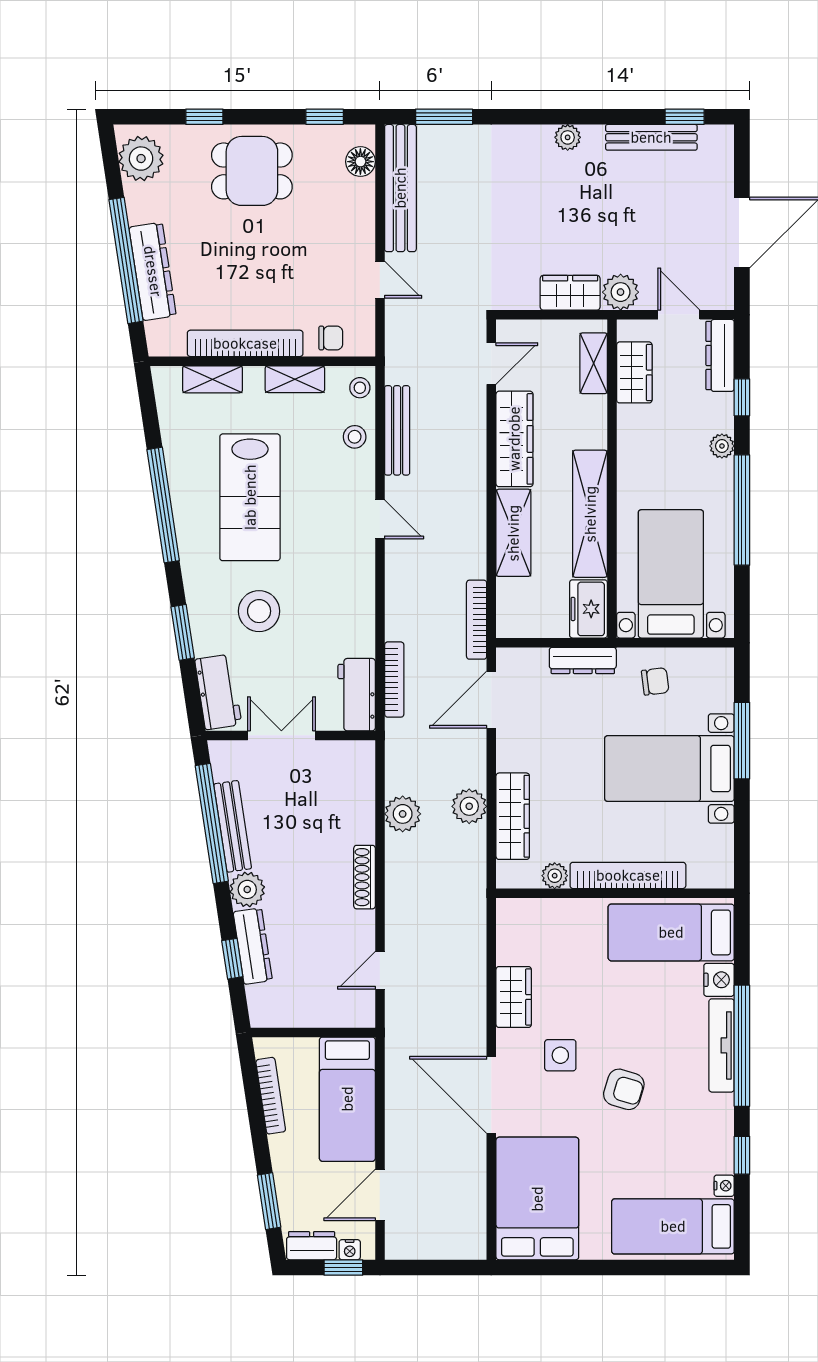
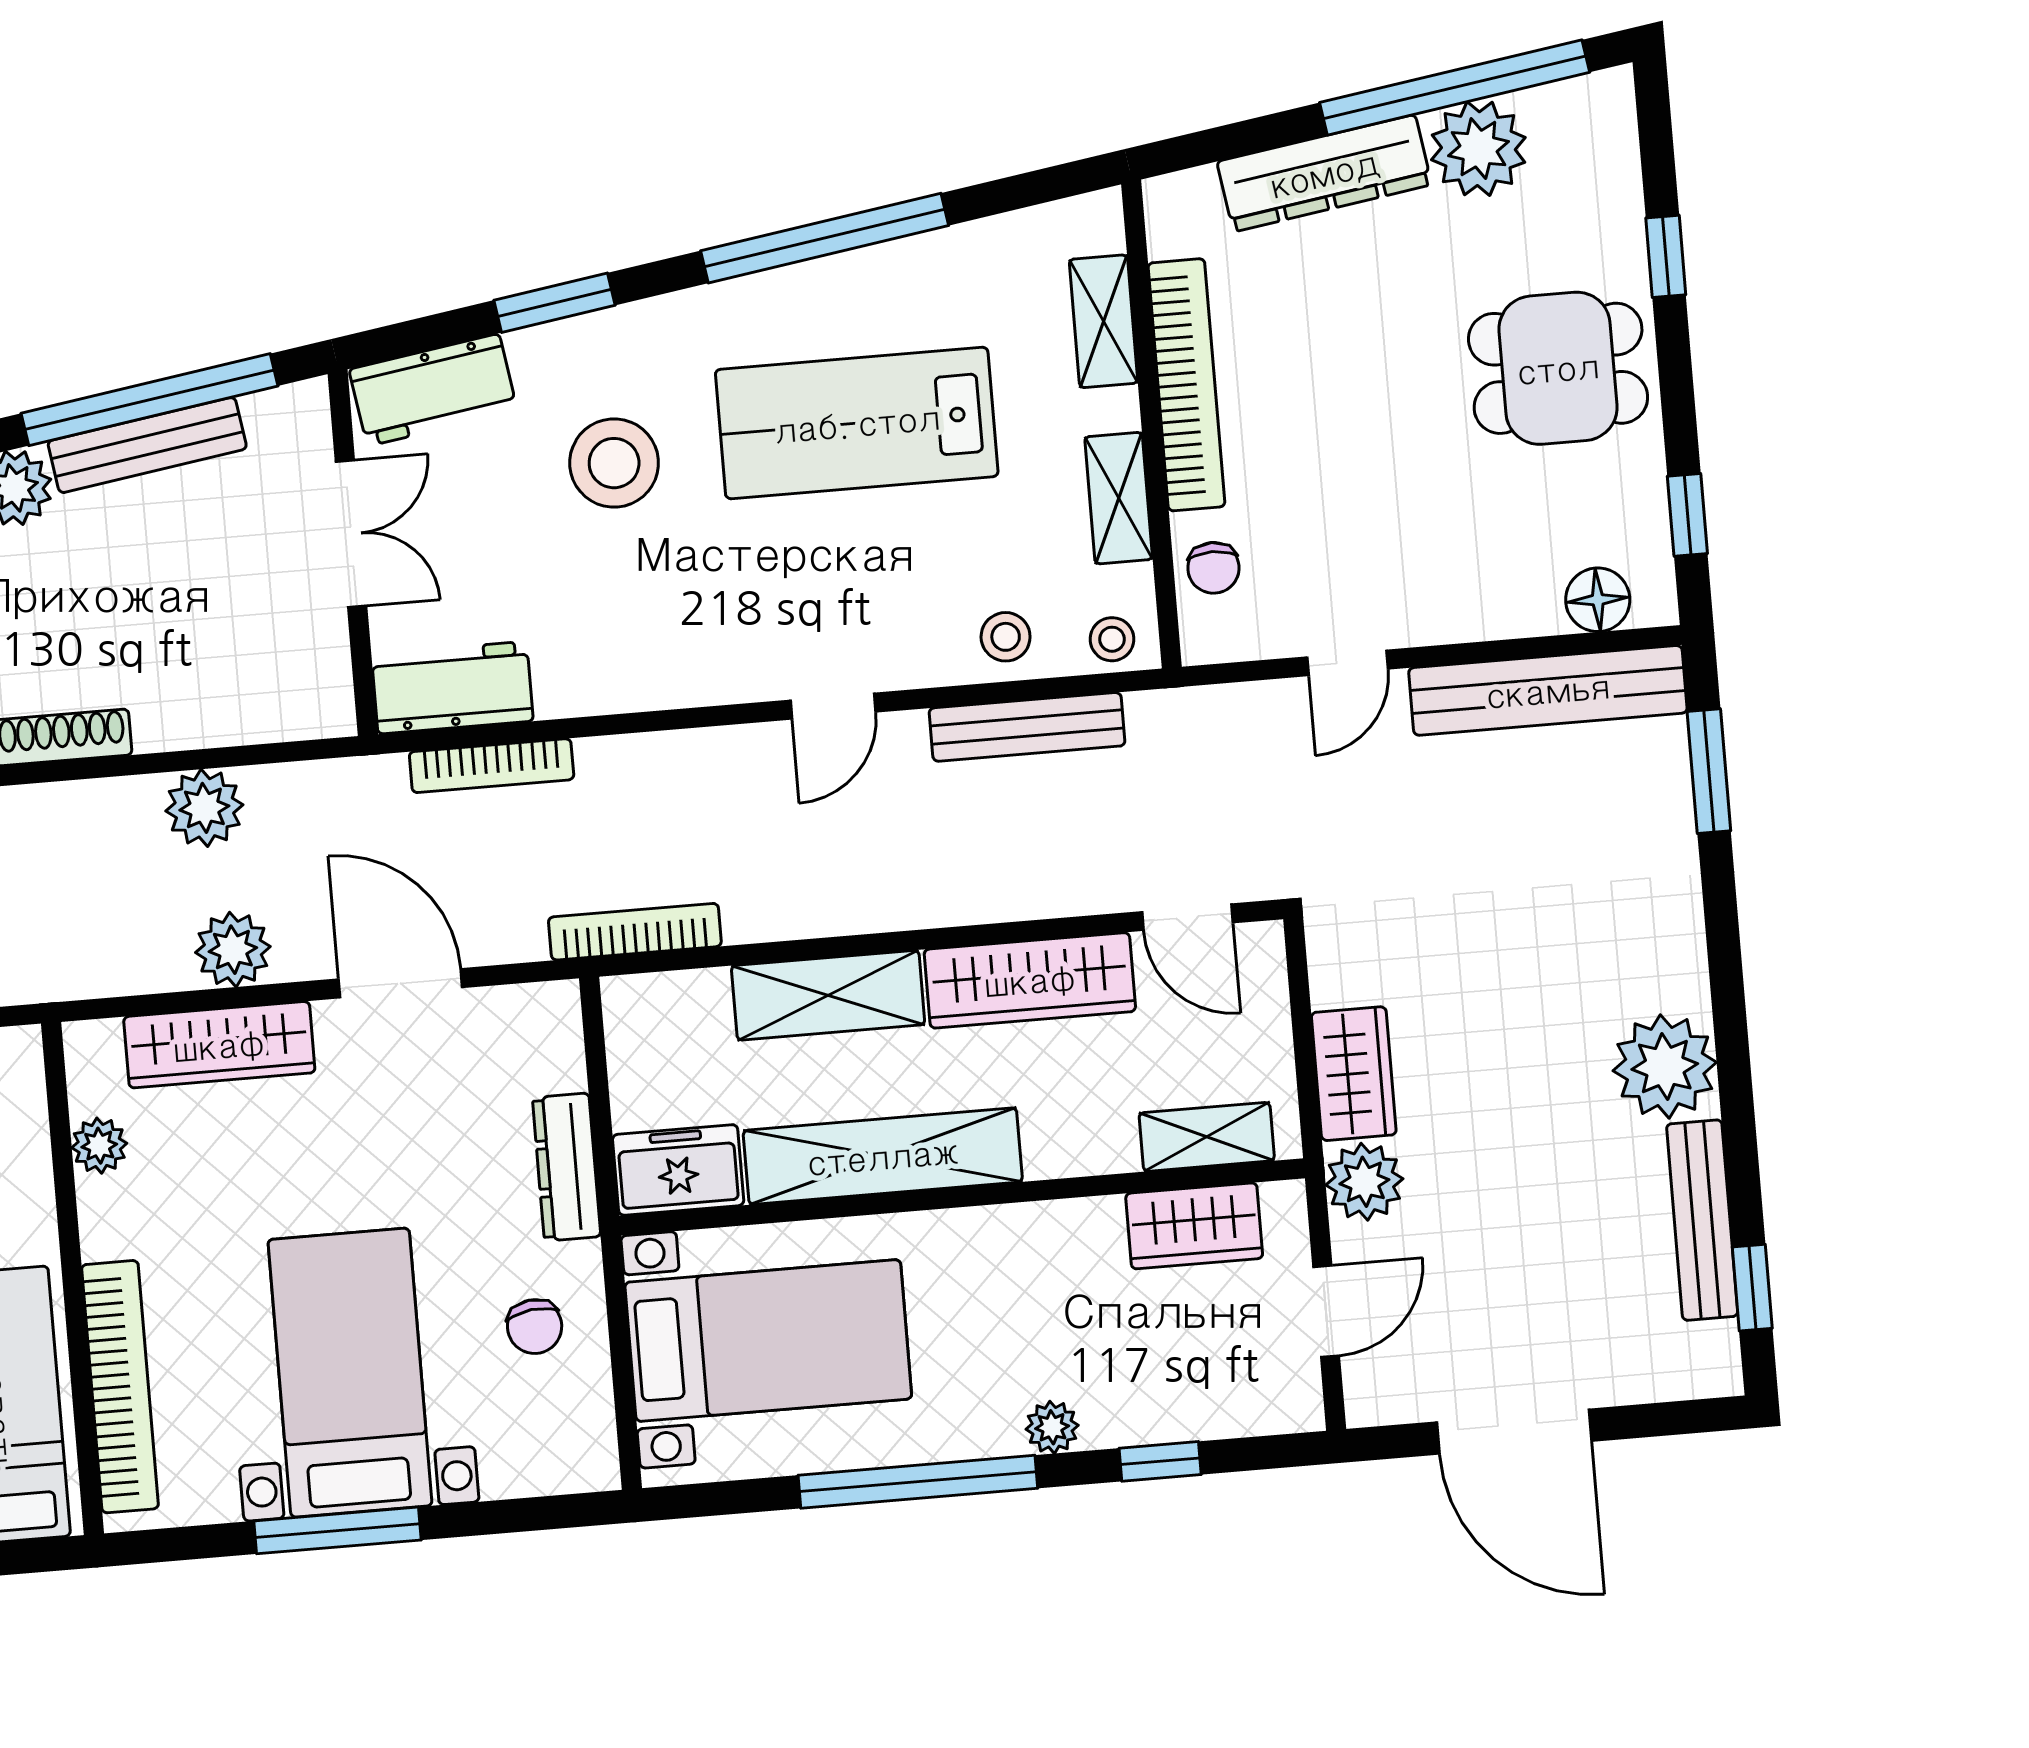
plant: (568, 137) -> (1665, 1066), width x1.88, depth x1.88
plant: (141, 159) -> (1478, 149), moved
dining table: (252, 171) -> (1558, 368), turned 90
window: (126, 260) -> (1455, 87), moved
dresser: (720, 355) -> (1246, 1407), removed
door: (491, 700) -> (400, 983), moved
window: (742, 741) -> (337, 1530), moved
bookcase: (628, 875) -> (120, 1387), moved

